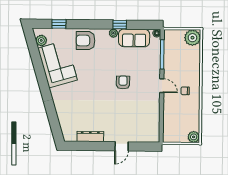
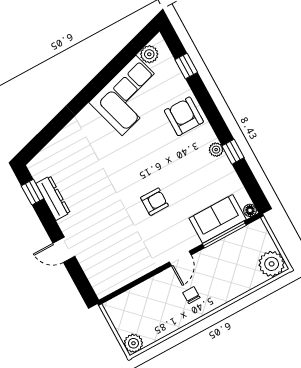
sofa: (134, 38) -> (218, 219), moved, turned 90
window: (81, 146) -> (33, 192), added

